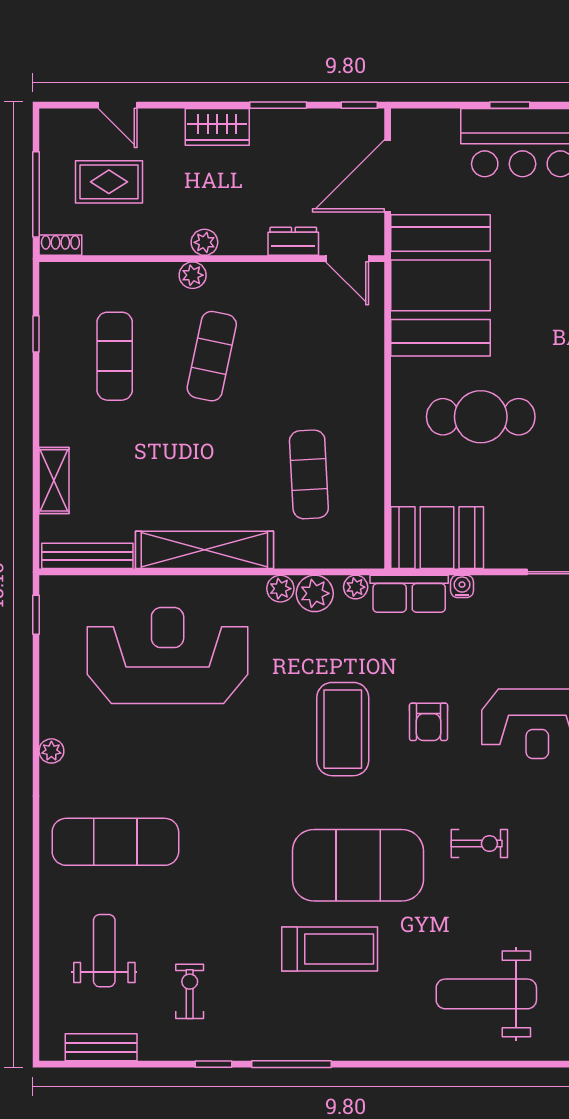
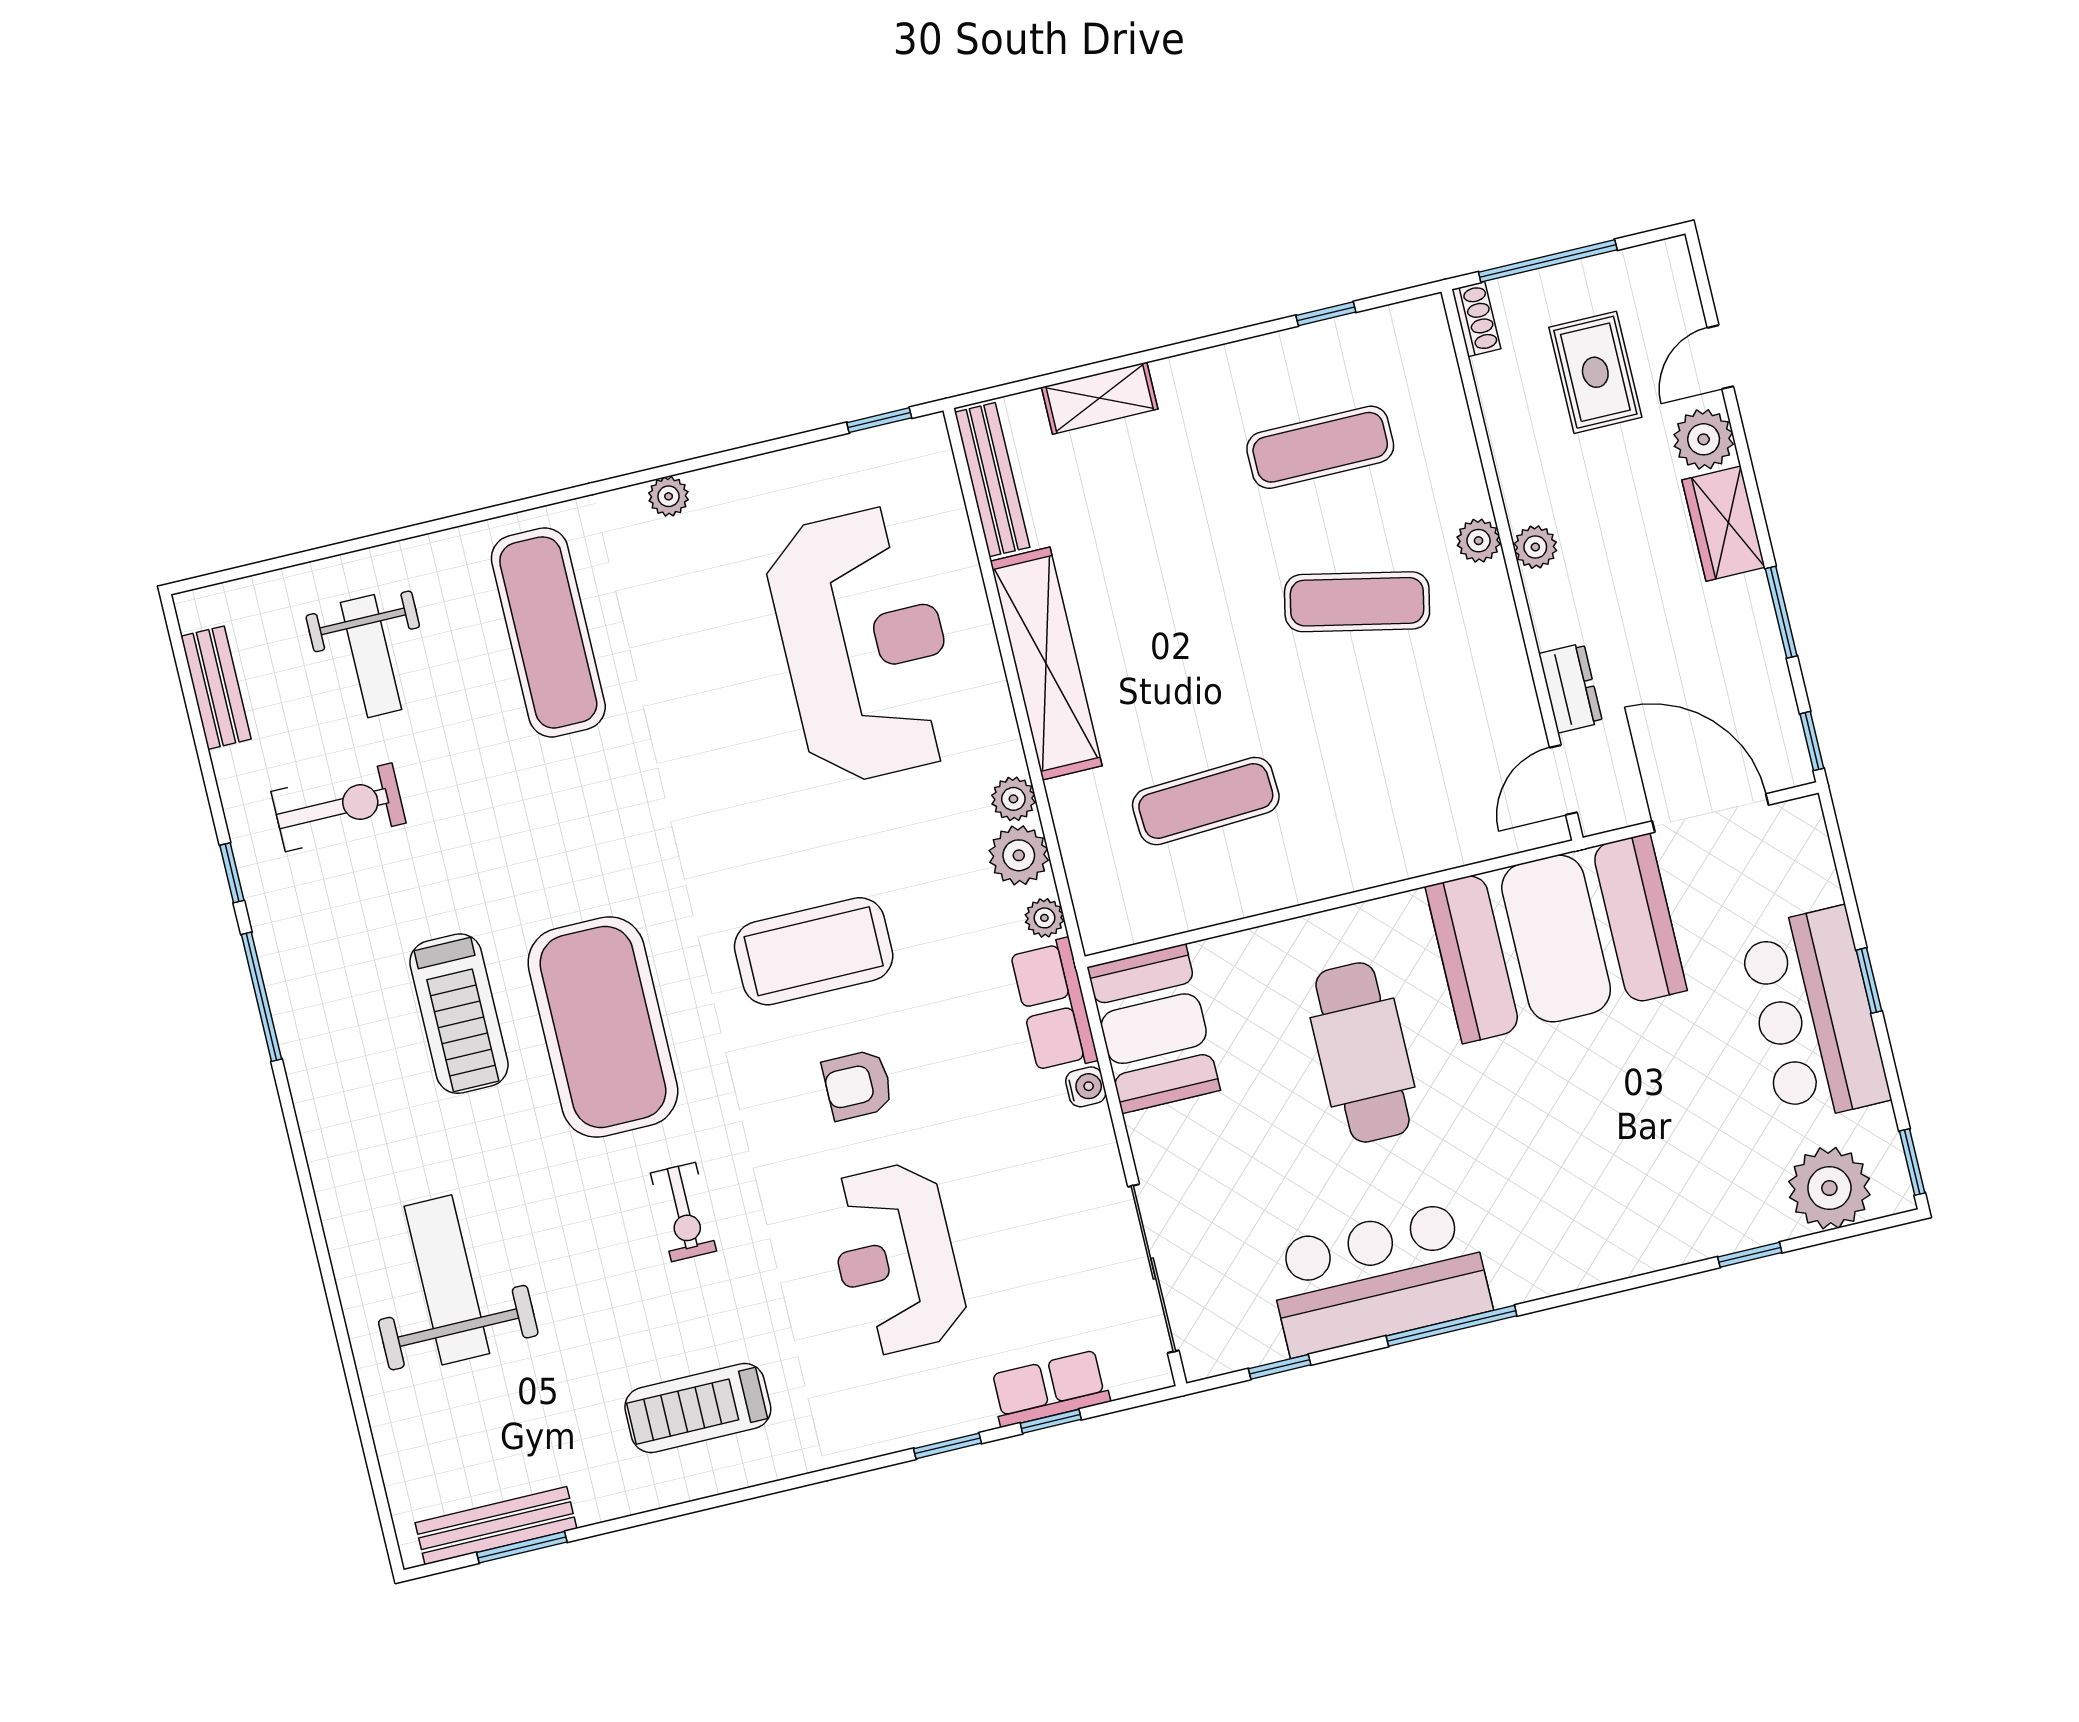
plant: (164, 127) -> (1704, 439), added
weight bench: (104, 951) -> (371, 656), turned 90
exercise bike: (190, 991) -> (339, 807), width x1.38, depth x1.39

